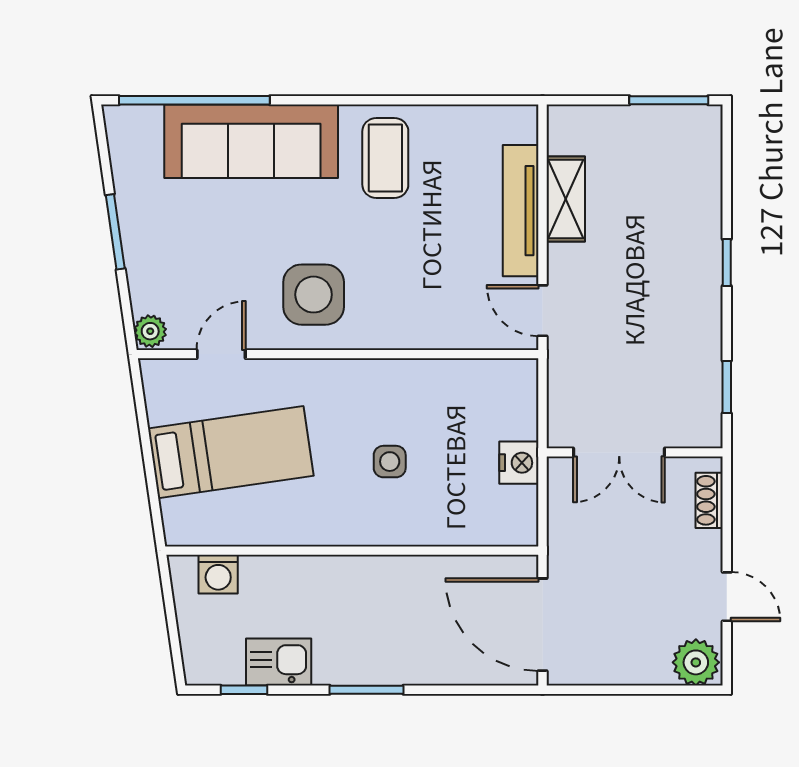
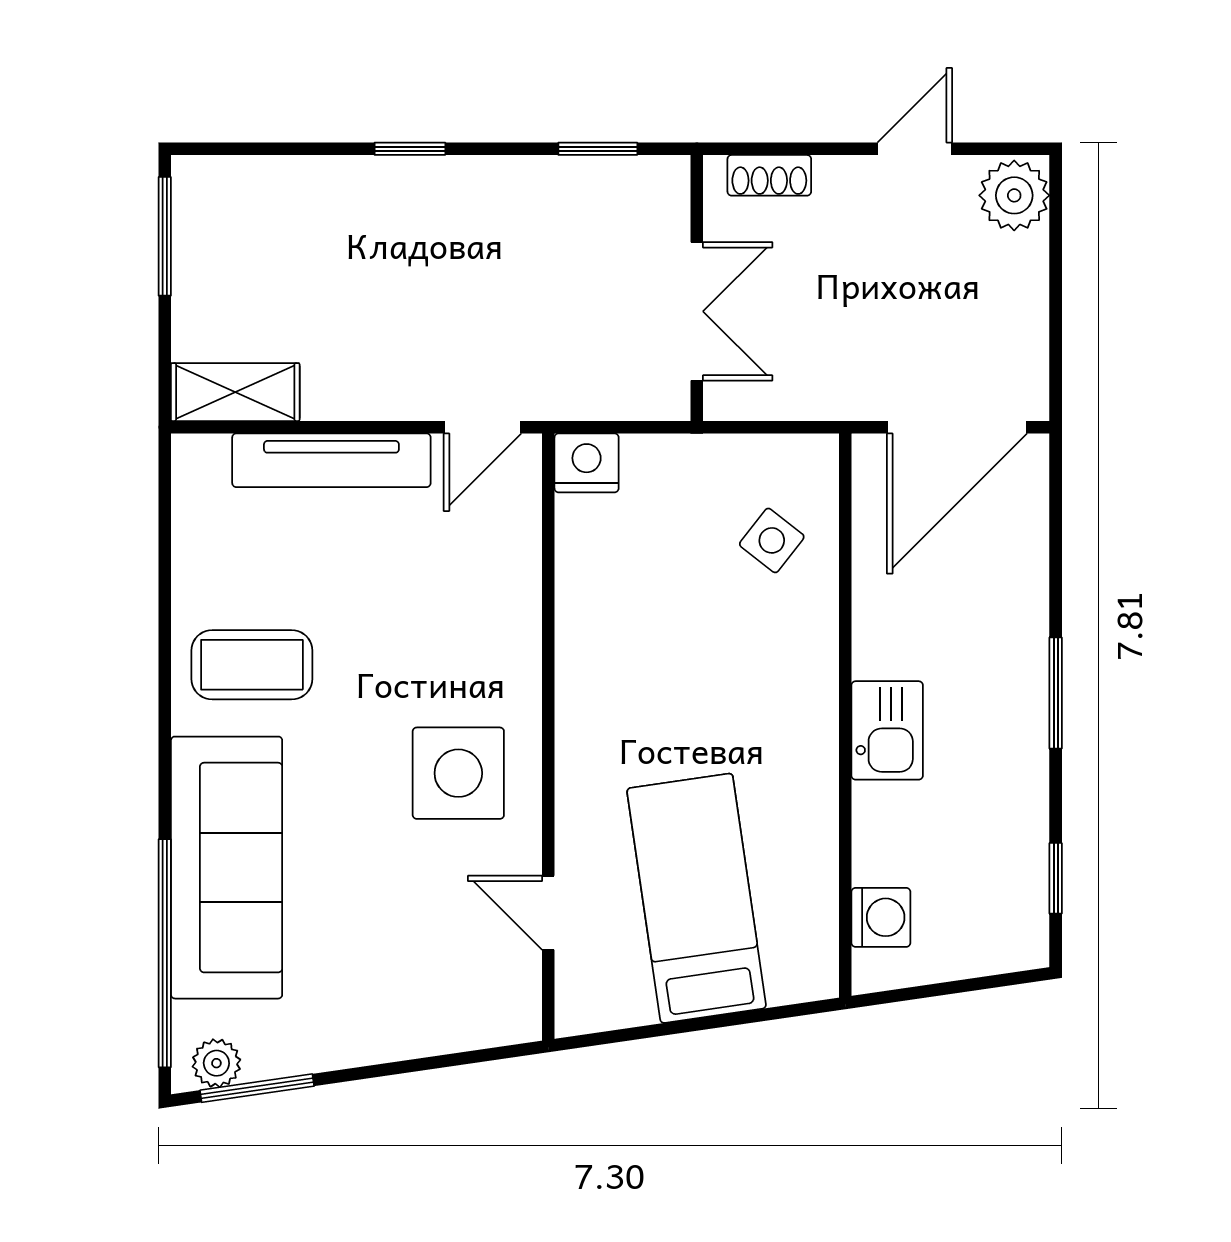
shelving: (566, 199) -> (235, 392), moved
window: (115, 232) -> (257, 1088), moved
plant: (150, 331) -> (216, 1063), moved
side table: (390, 462) -> (772, 540), moved, turned 38
nightstand: (519, 463) -> (587, 463), moved
kitchen sink: (279, 662) -> (887, 730), moved, turned 180

